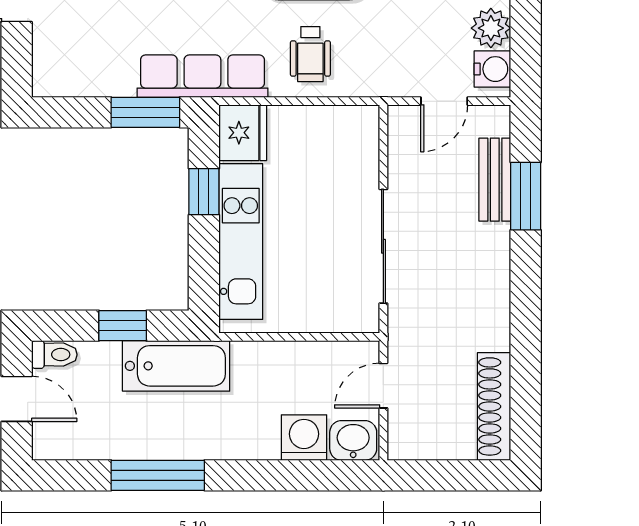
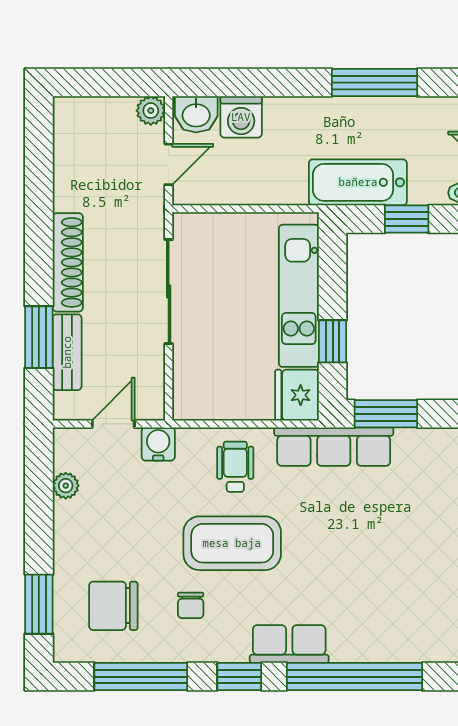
plant: (491, 28) -> (66, 486), width x0.73, depth x0.73
water cooler: (492, 69) -> (158, 444), moved, turned 90
shoe rack: (494, 406) -> (68, 262), moved
plant: (403, 445) -> (151, 111), added

